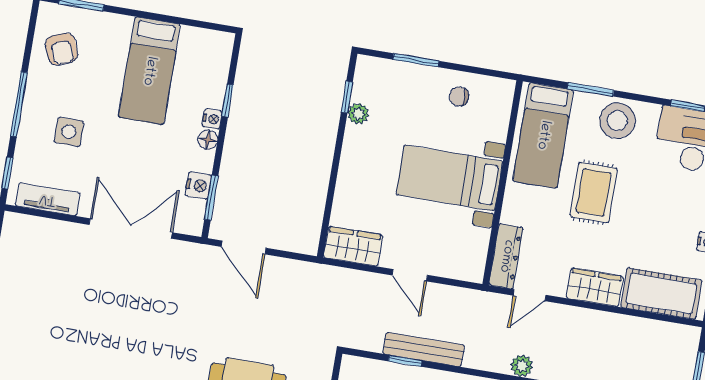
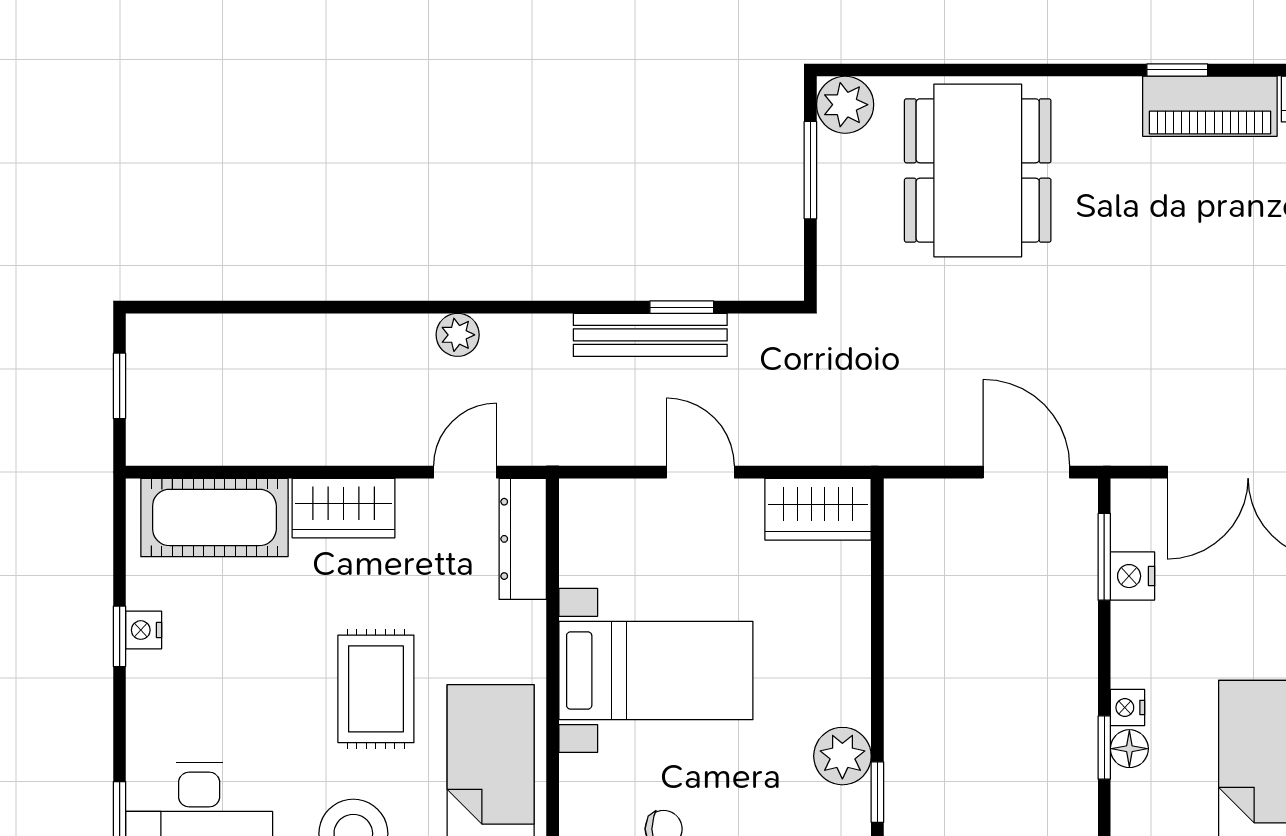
plant: (358, 114) -> (842, 756), width x1.38, depth x1.38
floor lamp: (208, 140) -> (1129, 749), moved

